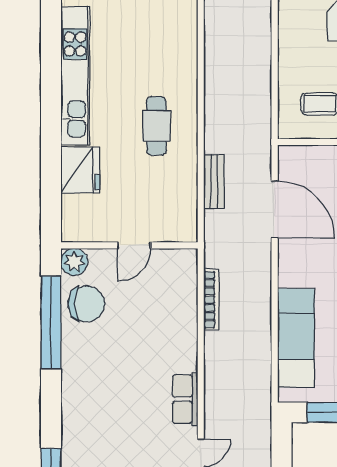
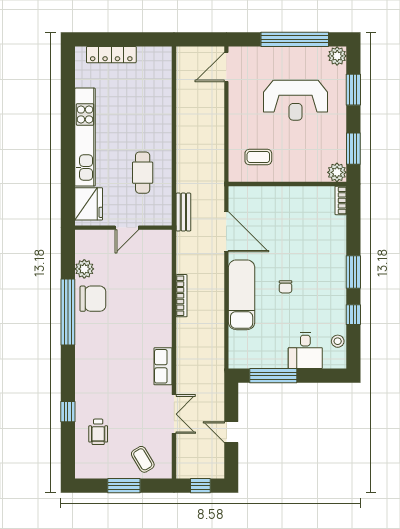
wall: (129, 245) -> (123, 228), moved
door: (134, 245) -> (127, 228), moved
exam couch: (296, 338) -> (242, 295), moved

